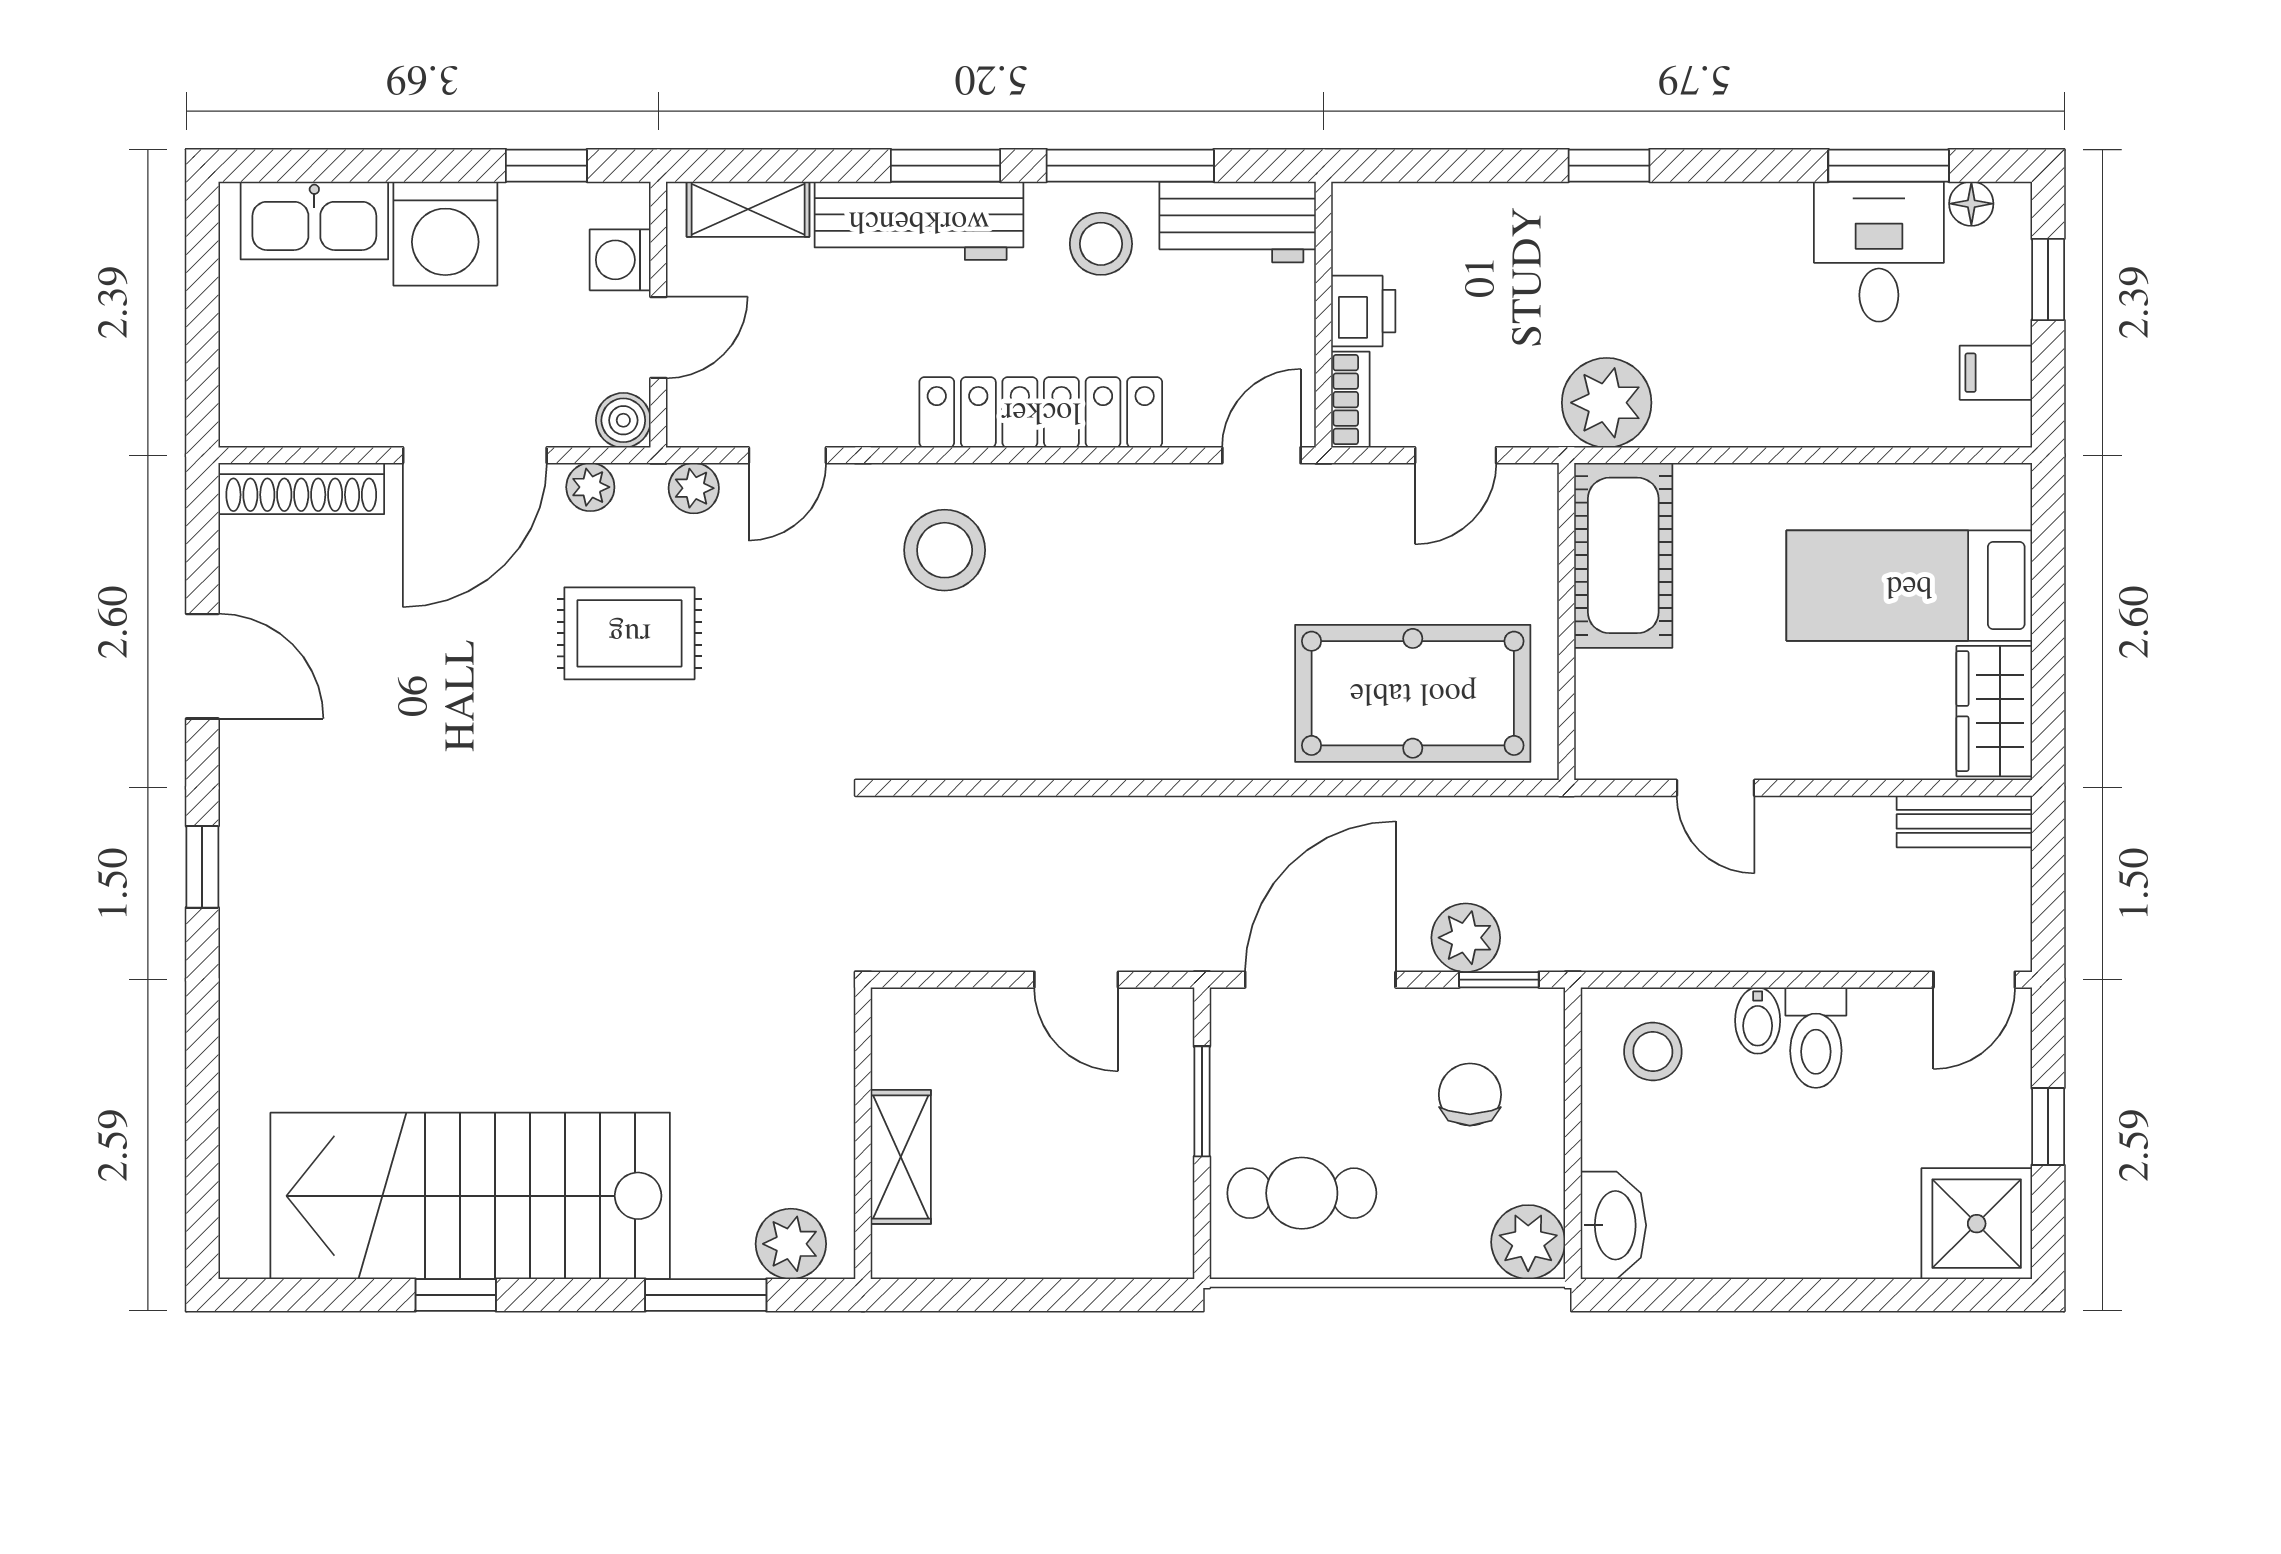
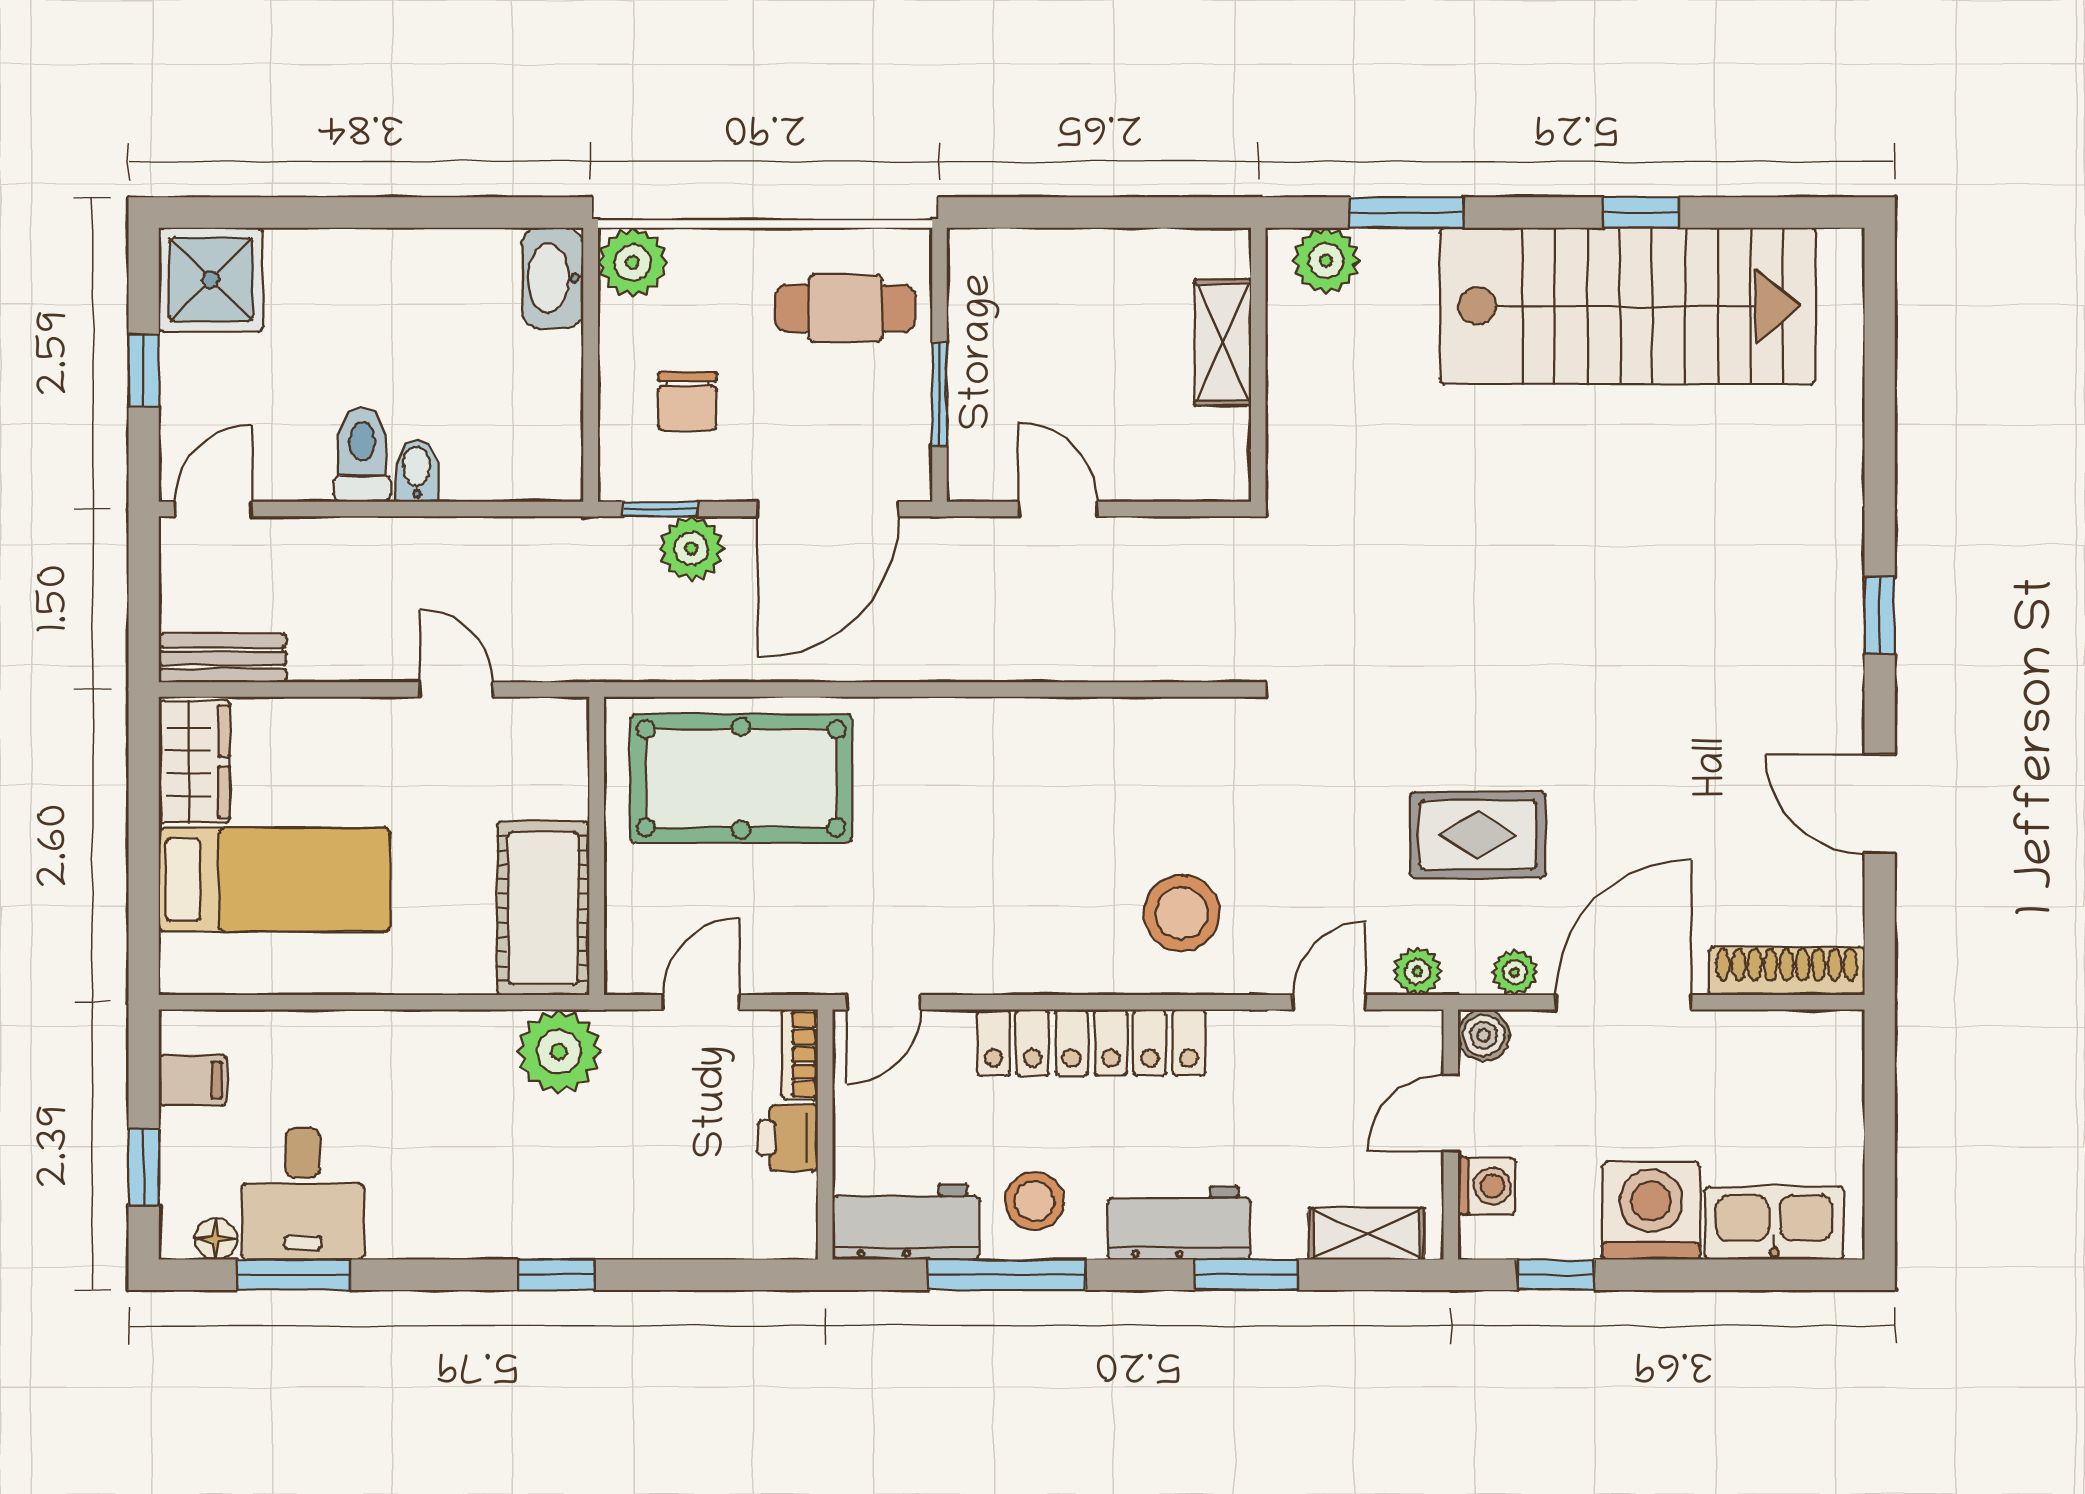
window: (945, 166) -> (1246, 1275), moved
workbench: (919, 221) -> (1179, 1223), width x0.73
stool: (1653, 1052) -> (515, 441), removed

